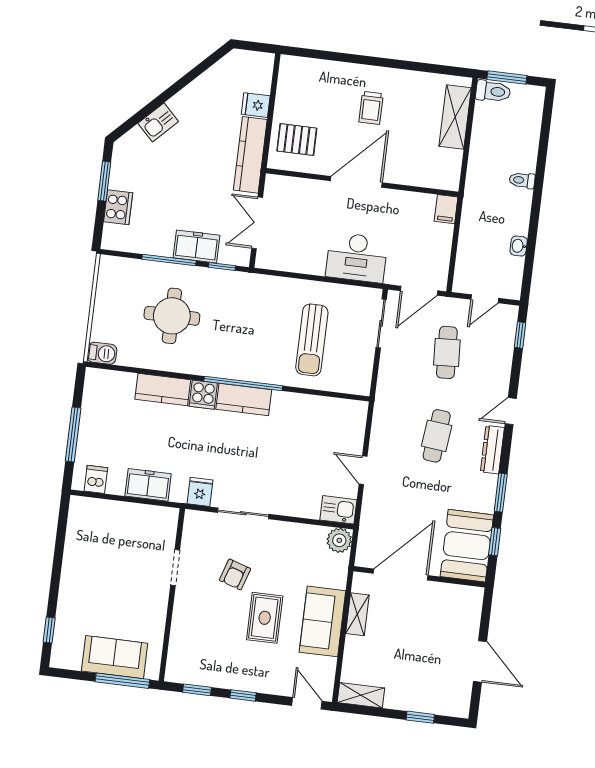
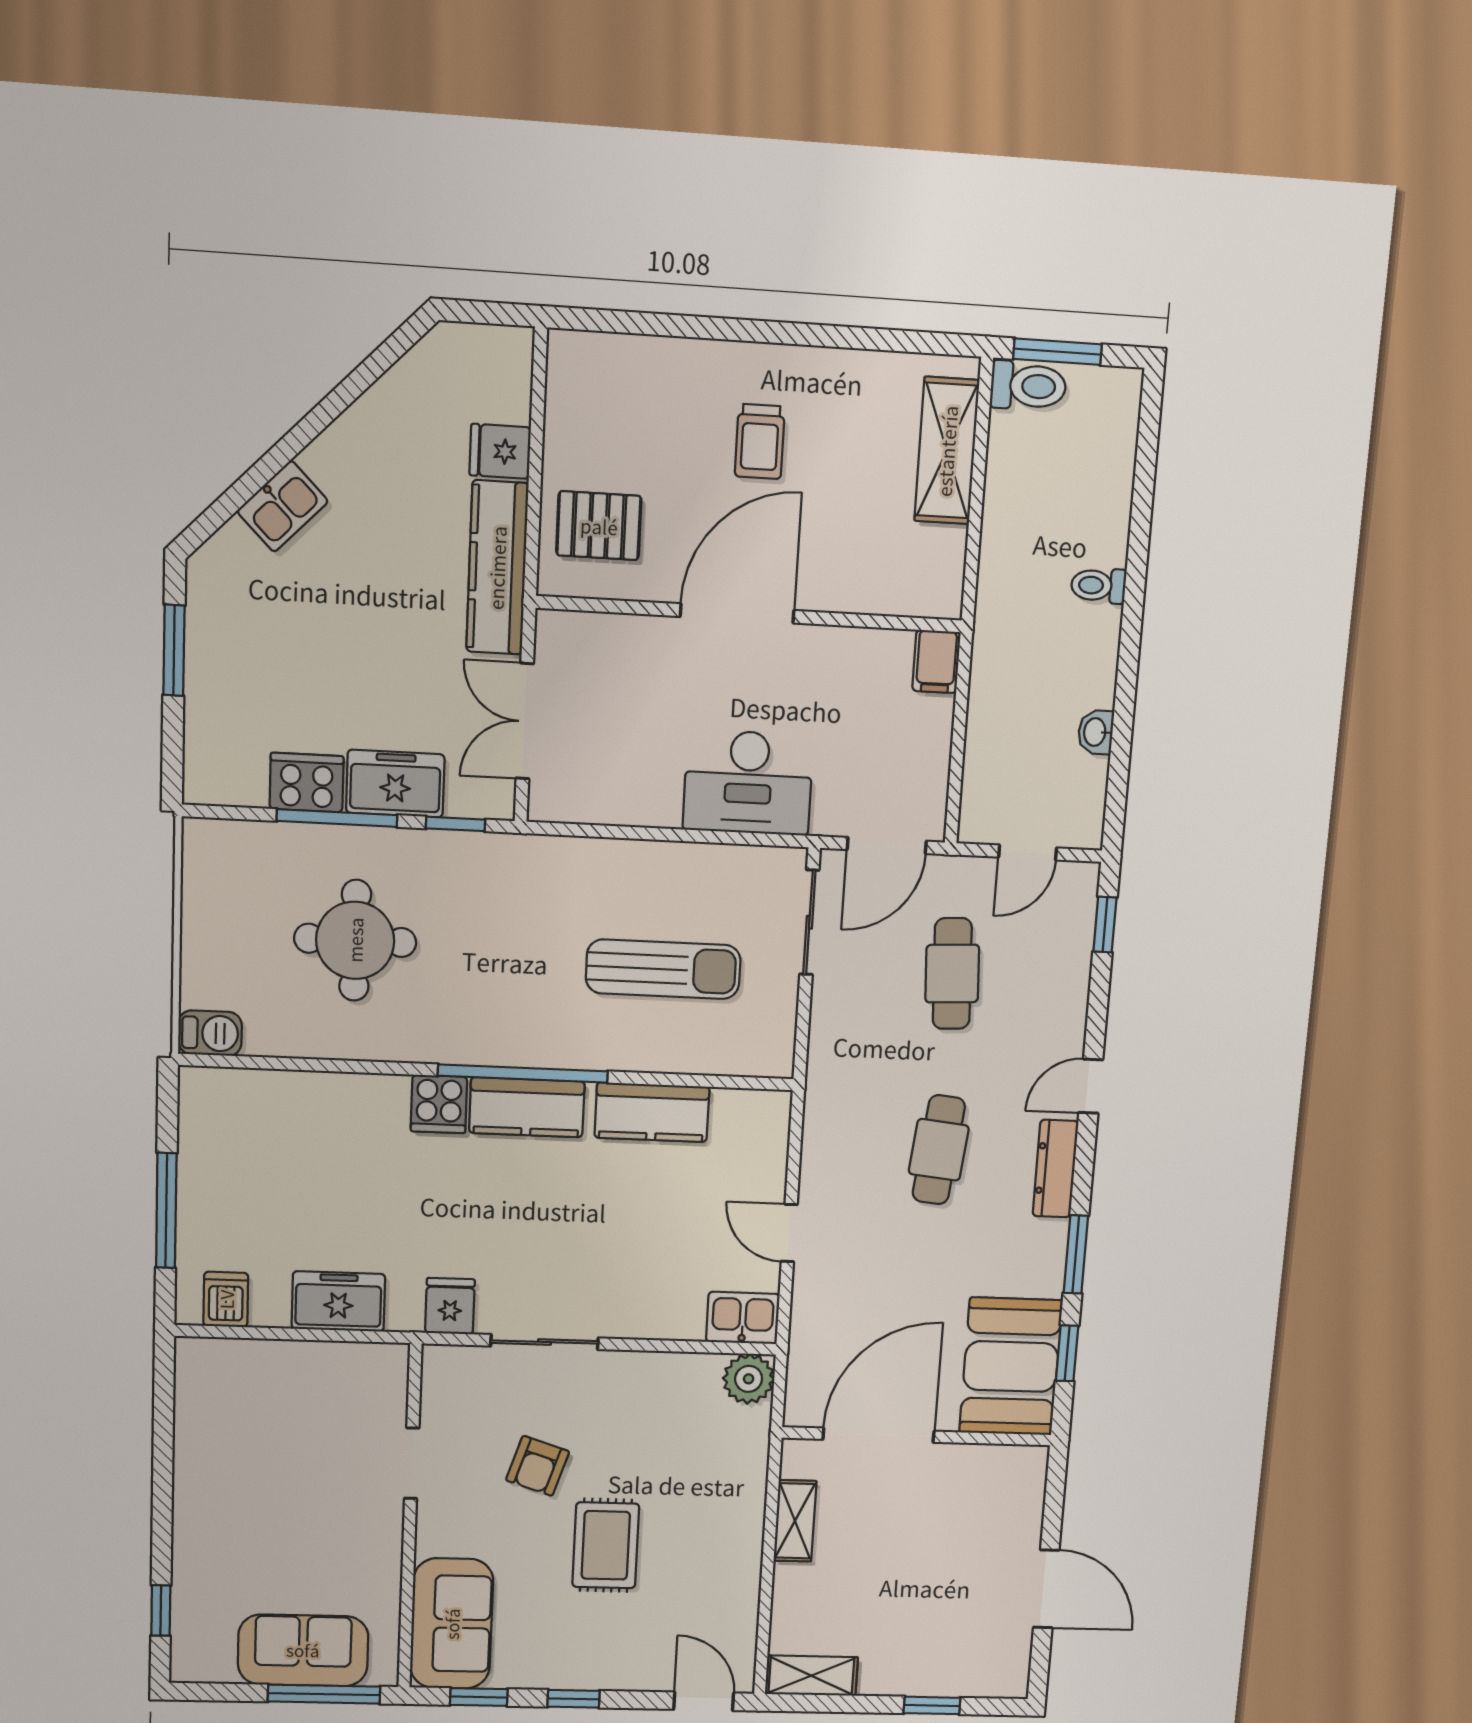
cooker: (118, 207) -> (307, 783), moved, turned -90
sun lounger: (312, 340) -> (663, 969), turned -90
kitchen counter: (163, 390) -> (652, 1112), moved
sofa: (322, 621) -> (452, 1624), moved, turned 180

